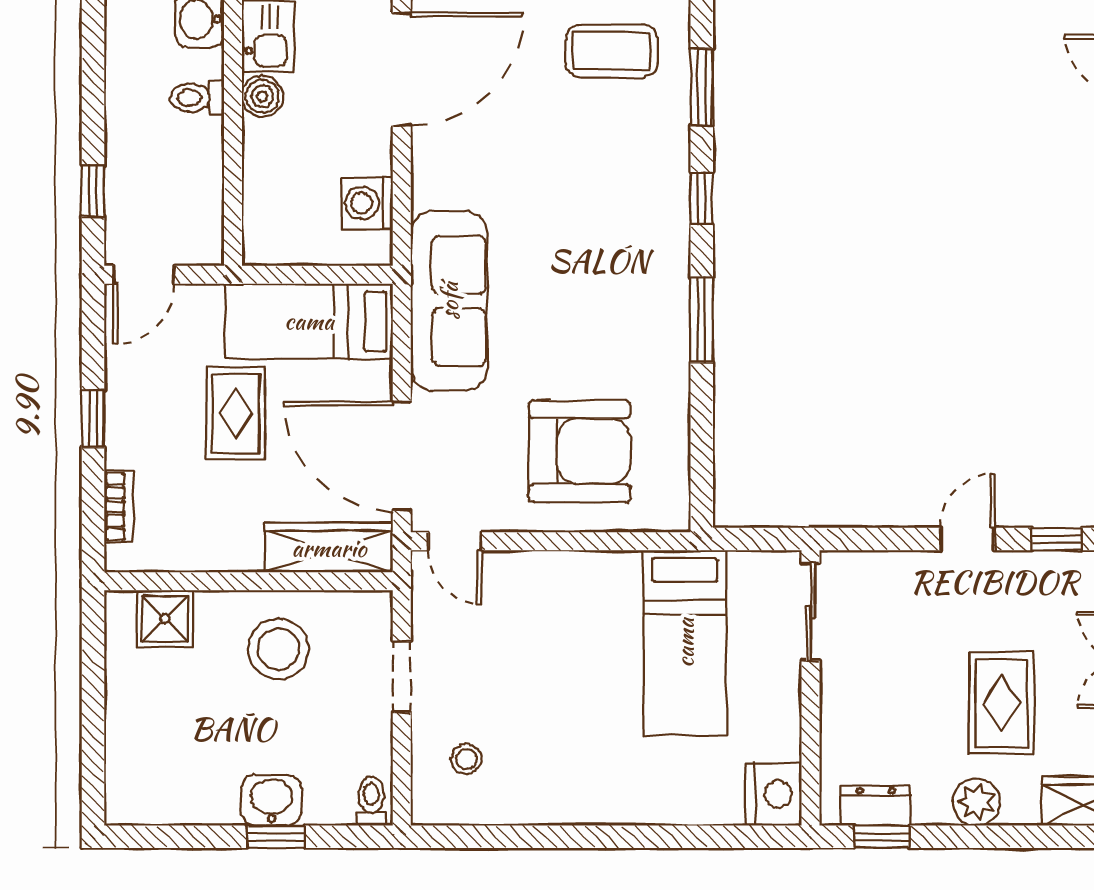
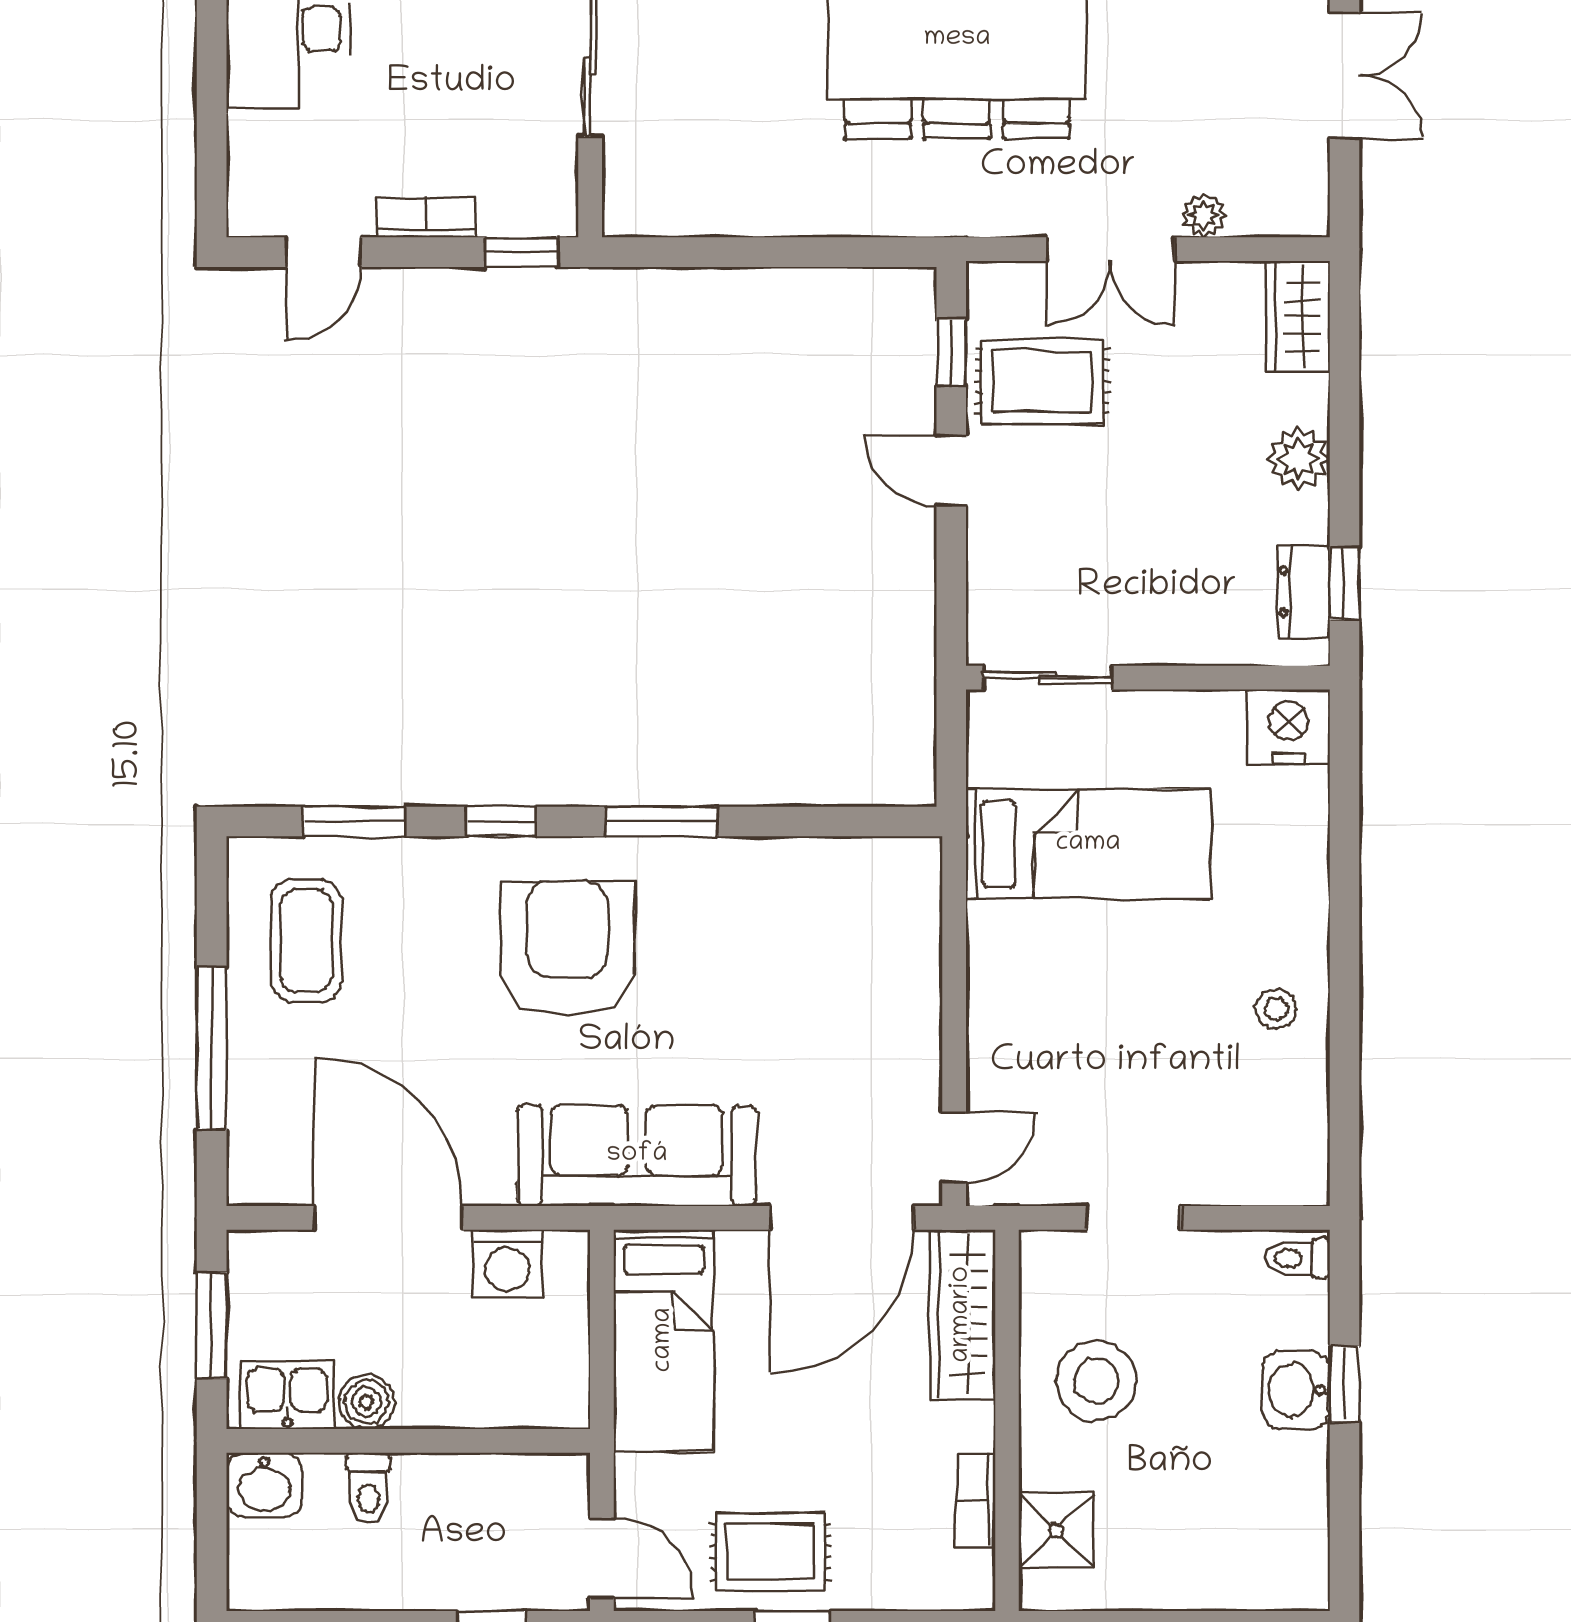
door: (402, 69) -> (388, 1218), moved
rug: (235, 413) -> (770, 1552), moved
armchair: (580, 451) -> (567, 948), moved
bookcase: (118, 507) -> (976, 1500), moved, turned -90
rug: (1002, 703) -> (1042, 381), moved
stool: (466, 759) -> (1276, 1009), moved

